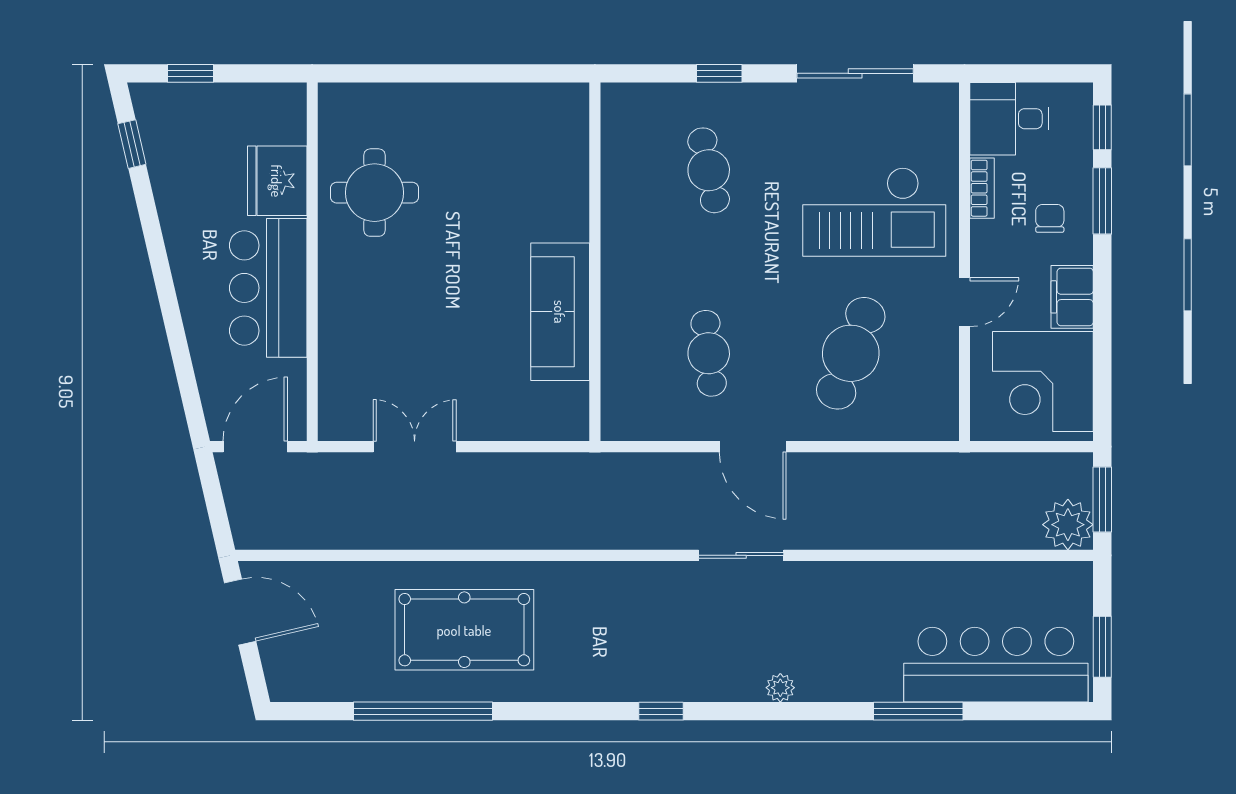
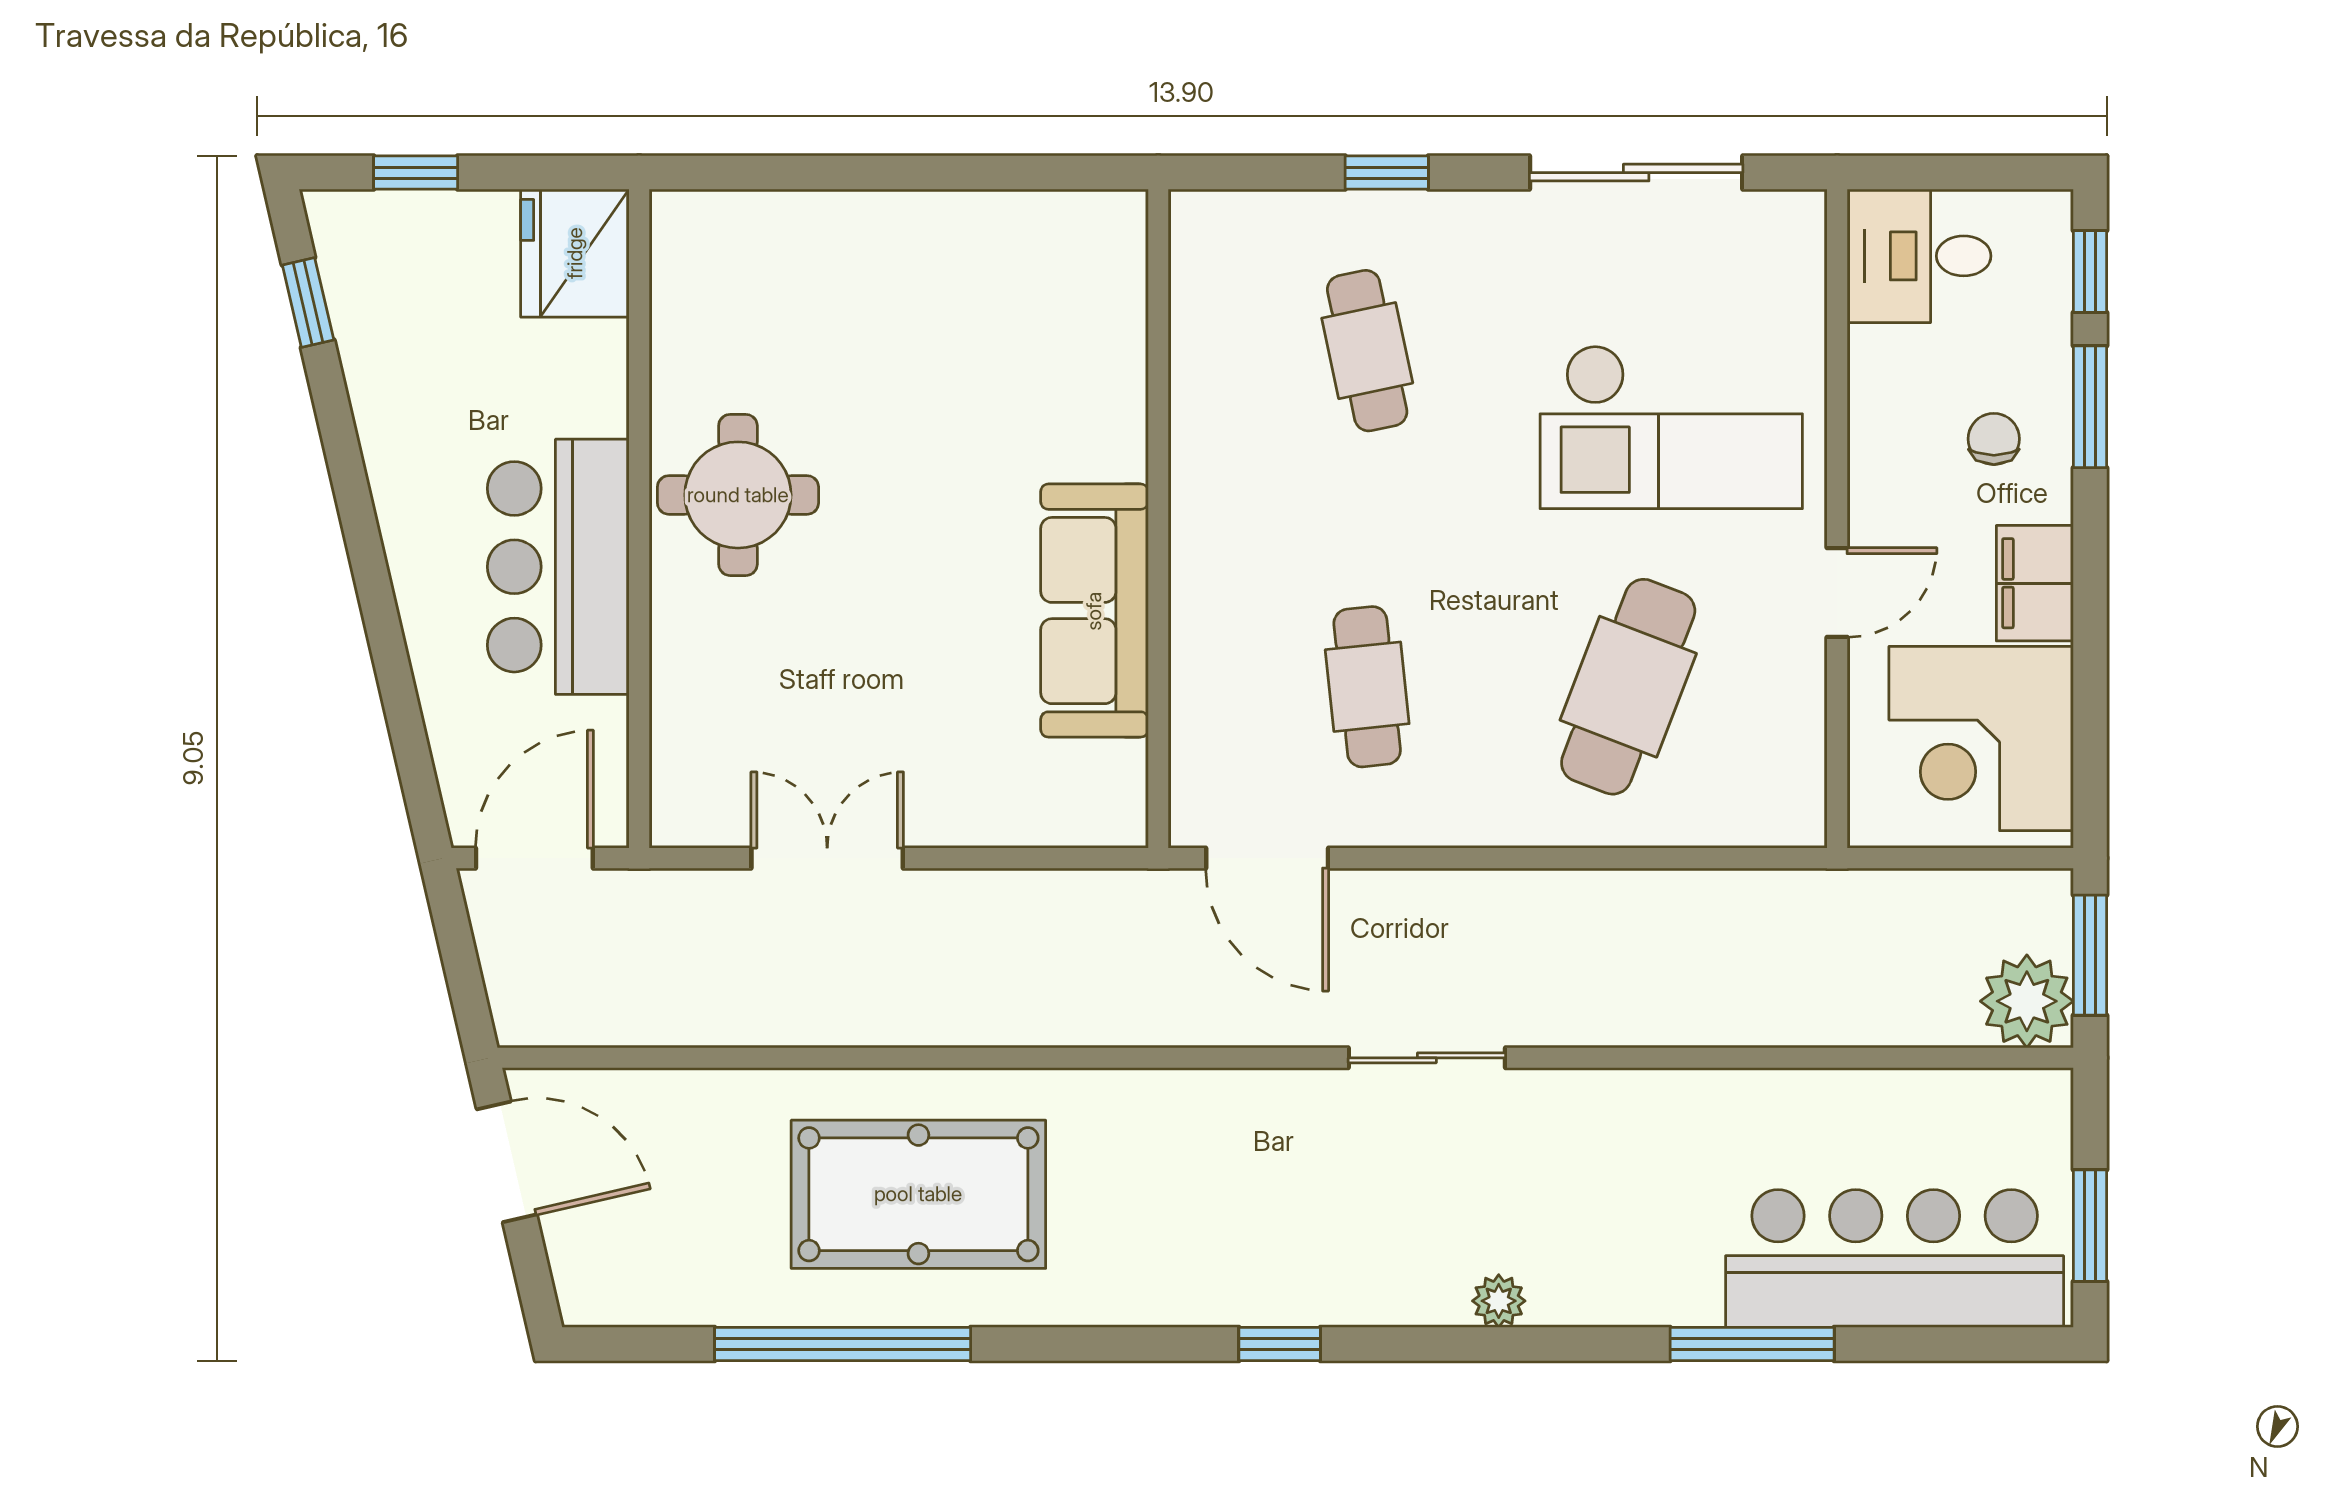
fridge: (277, 181) -> (575, 253), moved
bookcase: (982, 188) -> (1869, 383), removed
round table: (375, 193) -> (738, 495), moved
door: (753, 447) -> (1267, 858), moved

